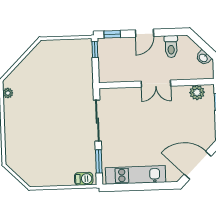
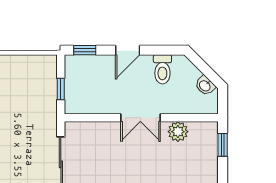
window: (95, 49) -> (61, 89), moved
plant: (197, 92) -> (178, 132), moved

